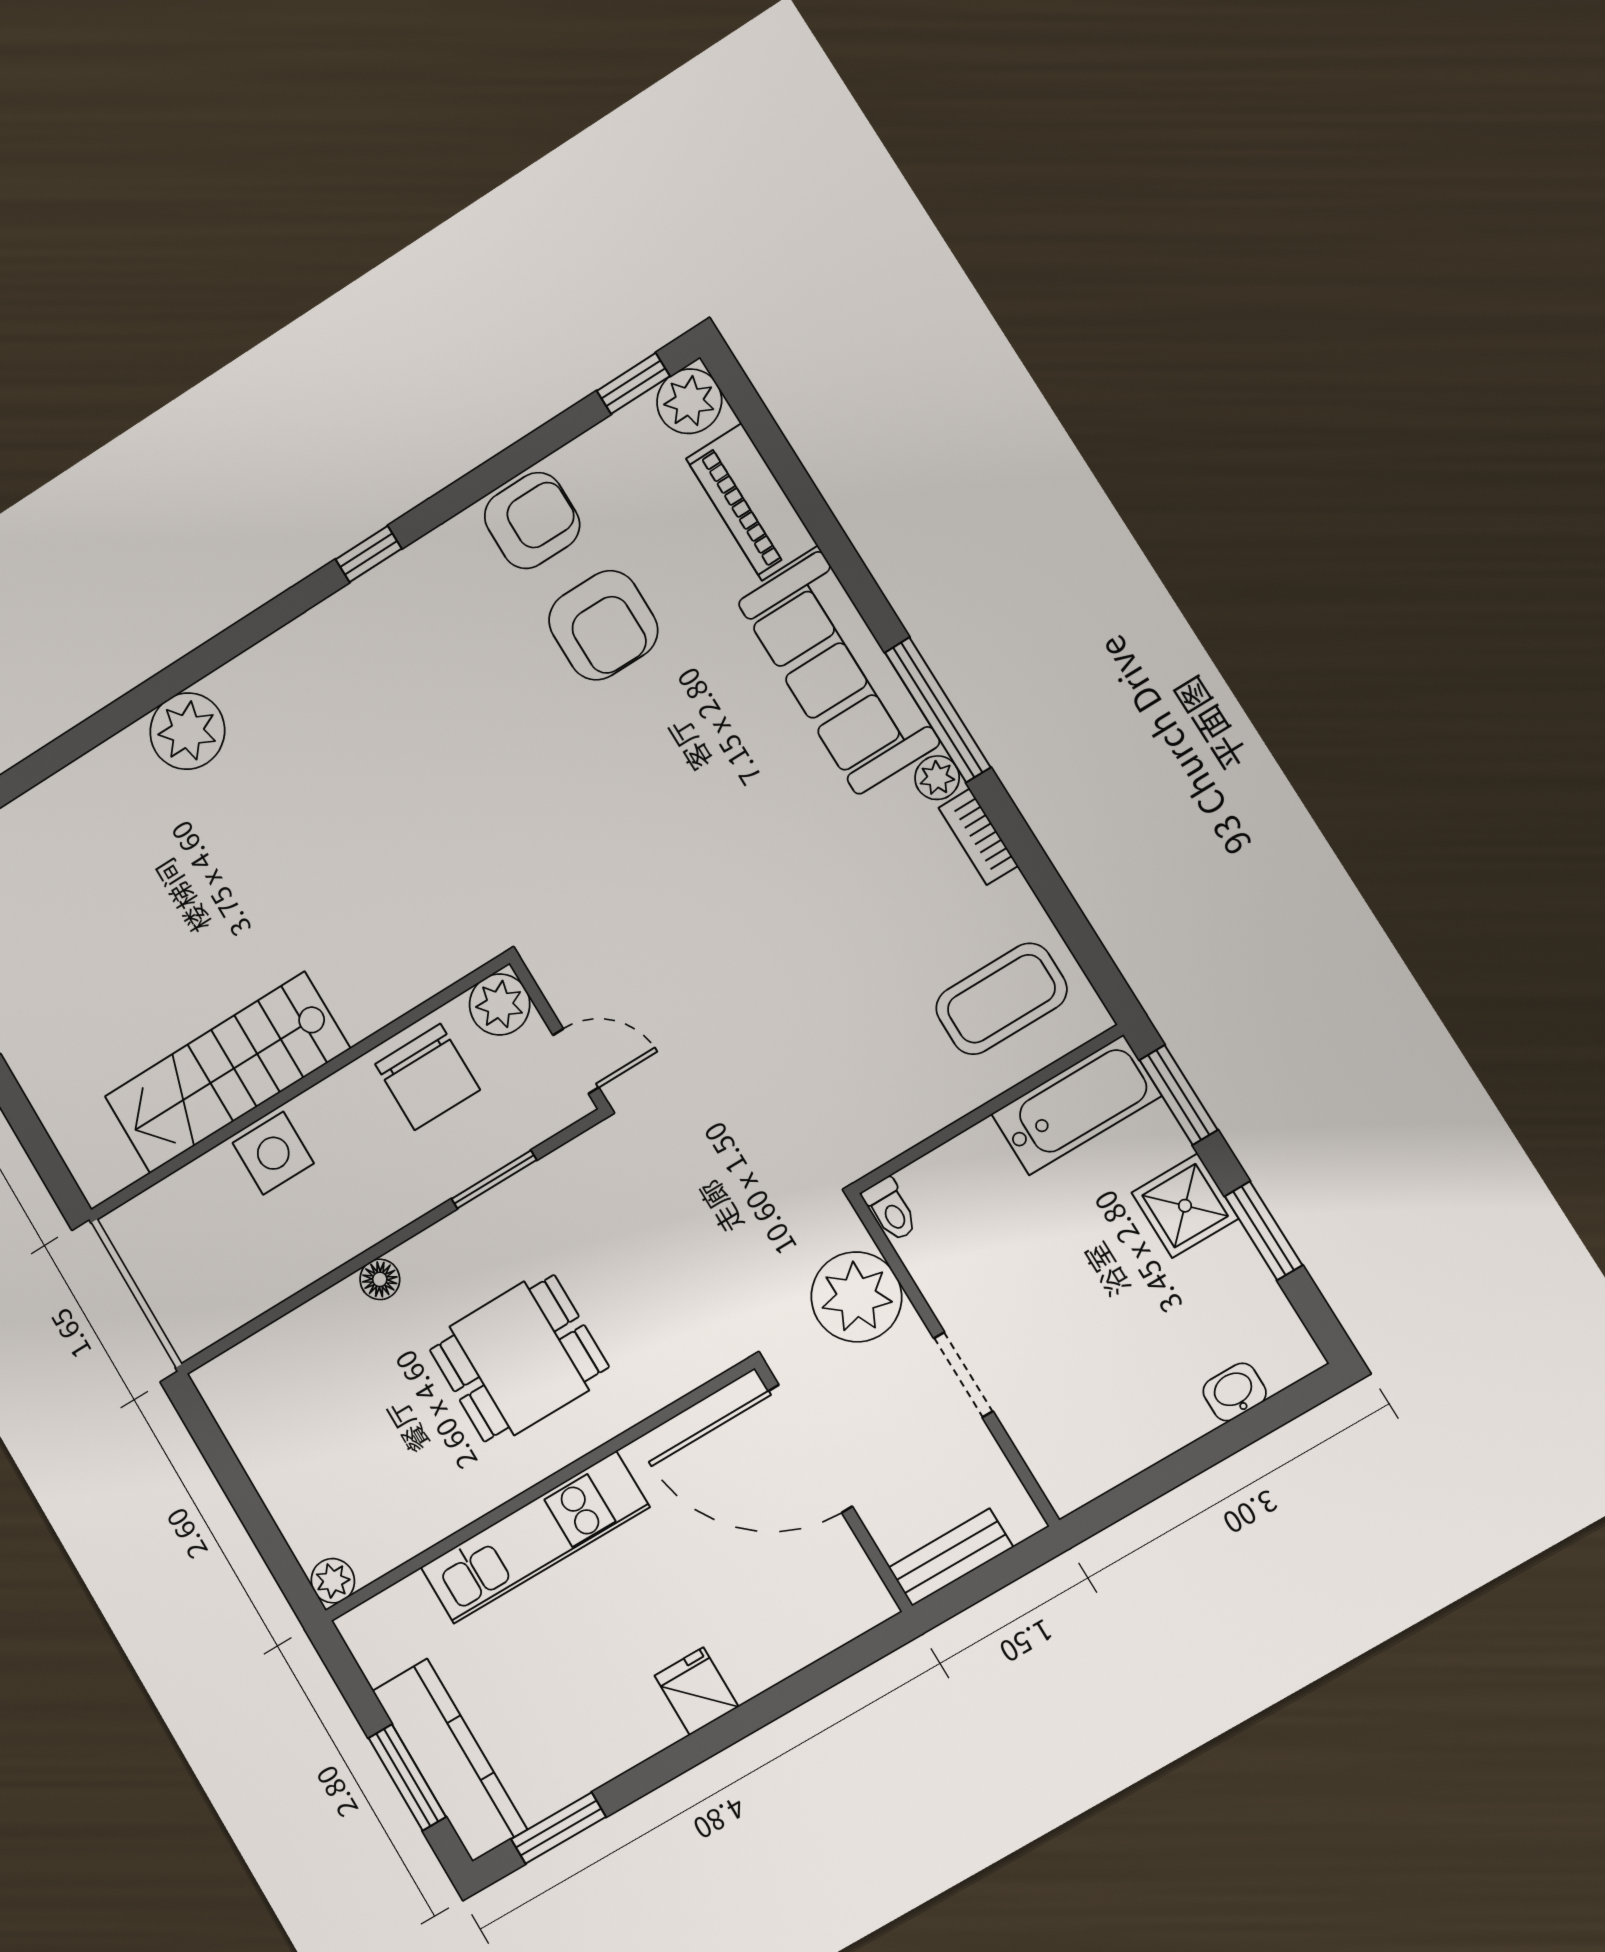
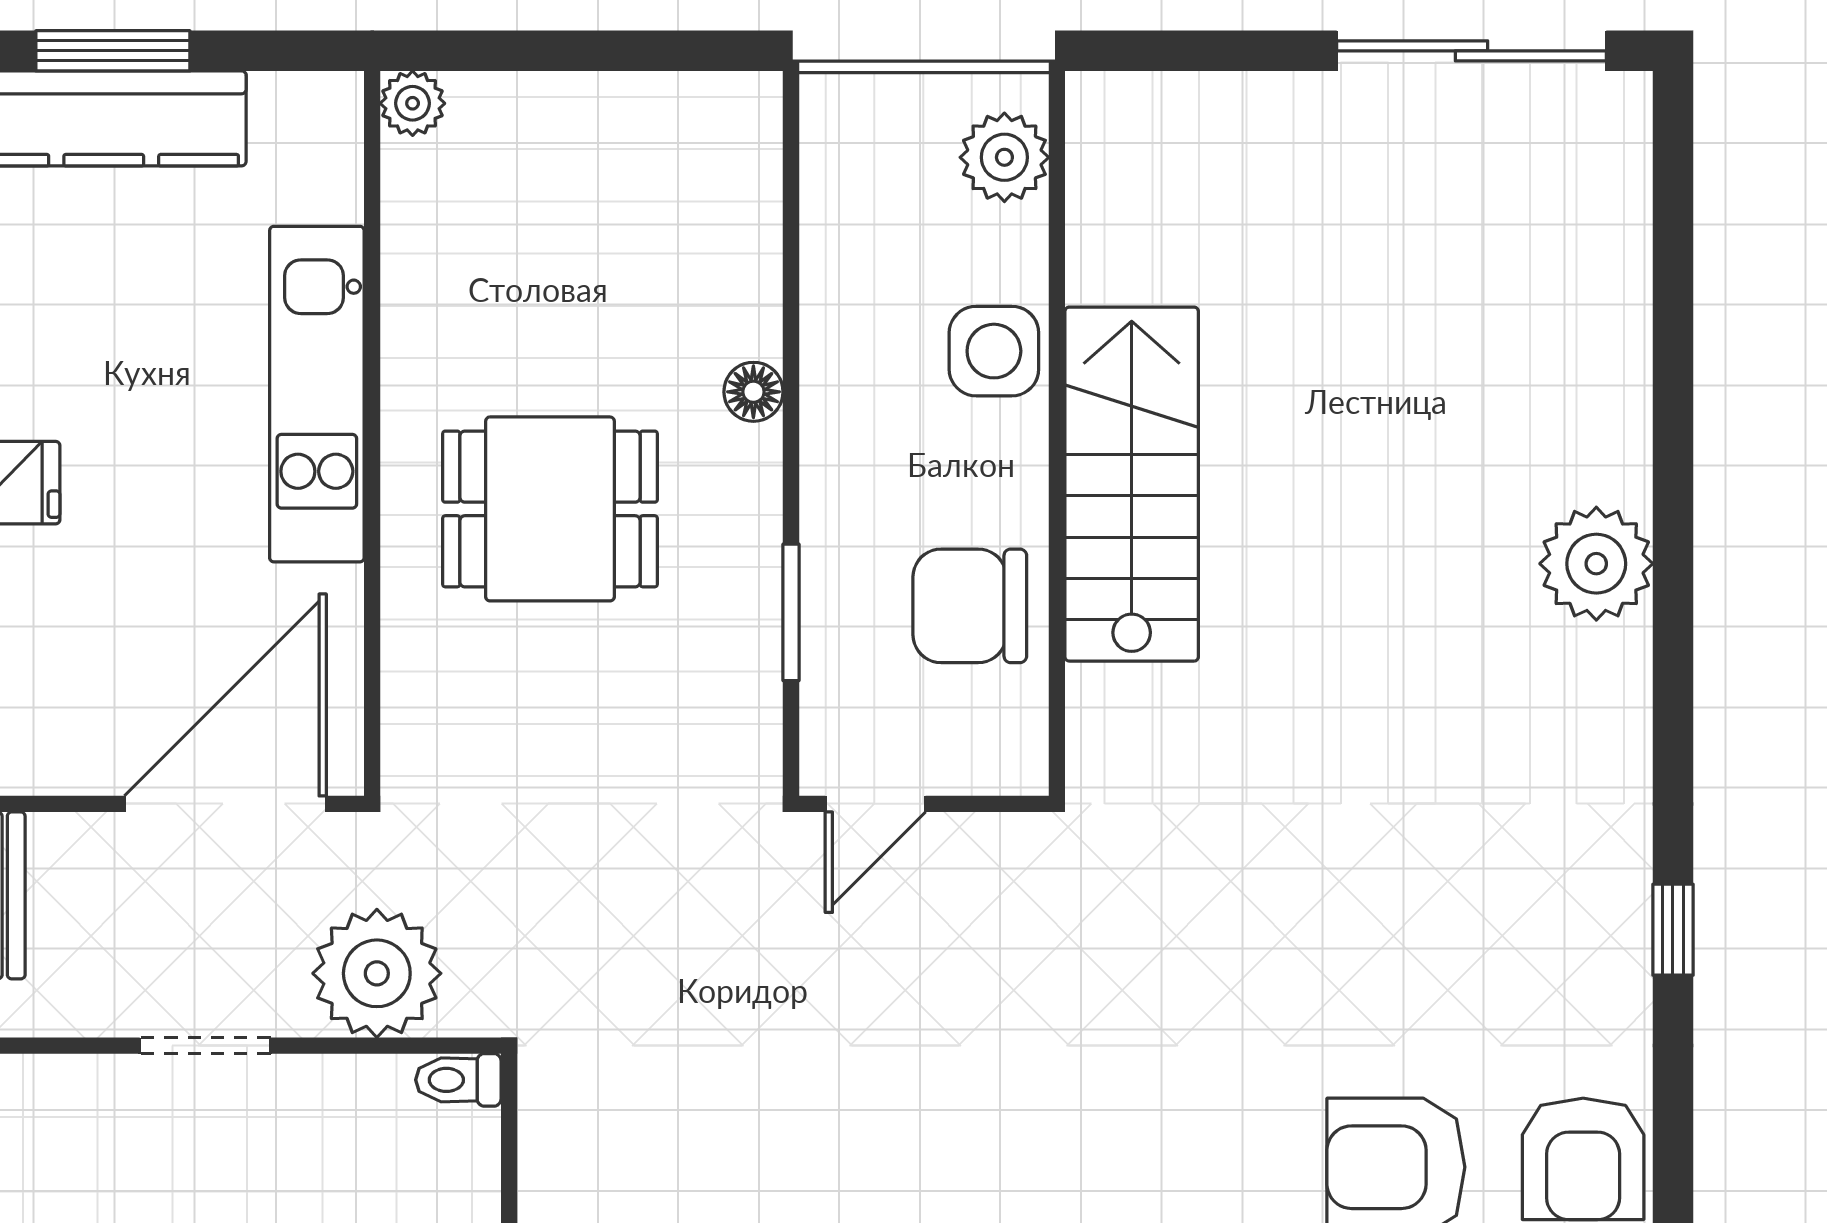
plant: (500, 1005) -> (1004, 157), moved
stairs: (227, 1073) -> (1132, 484), moved
dining table: (519, 1358) -> (550, 509), turned 90

